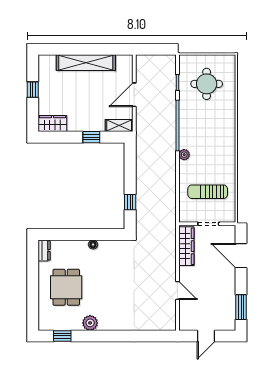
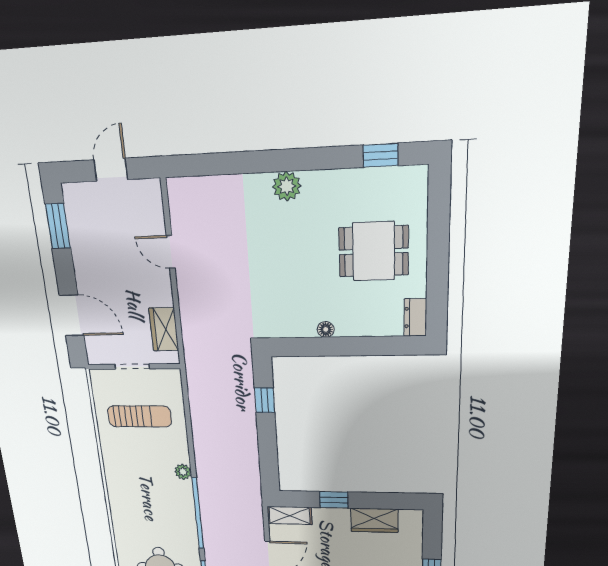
wardrobe: (53, 124) -> (374, 520), moved
wardrobe: (186, 246) -> (164, 329), width x0.67
dining table: (66, 287) -> (374, 251), turned 90
plant: (90, 323) -> (287, 186), moved

